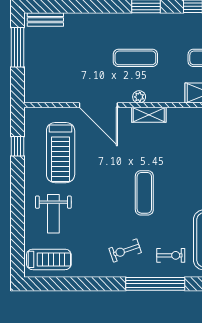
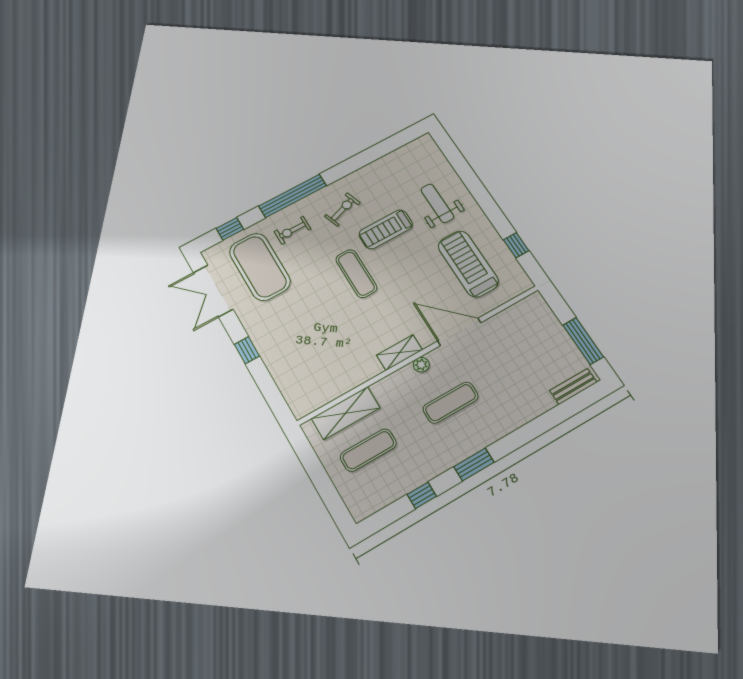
treadmill: (49, 259) -> (386, 229), moved

